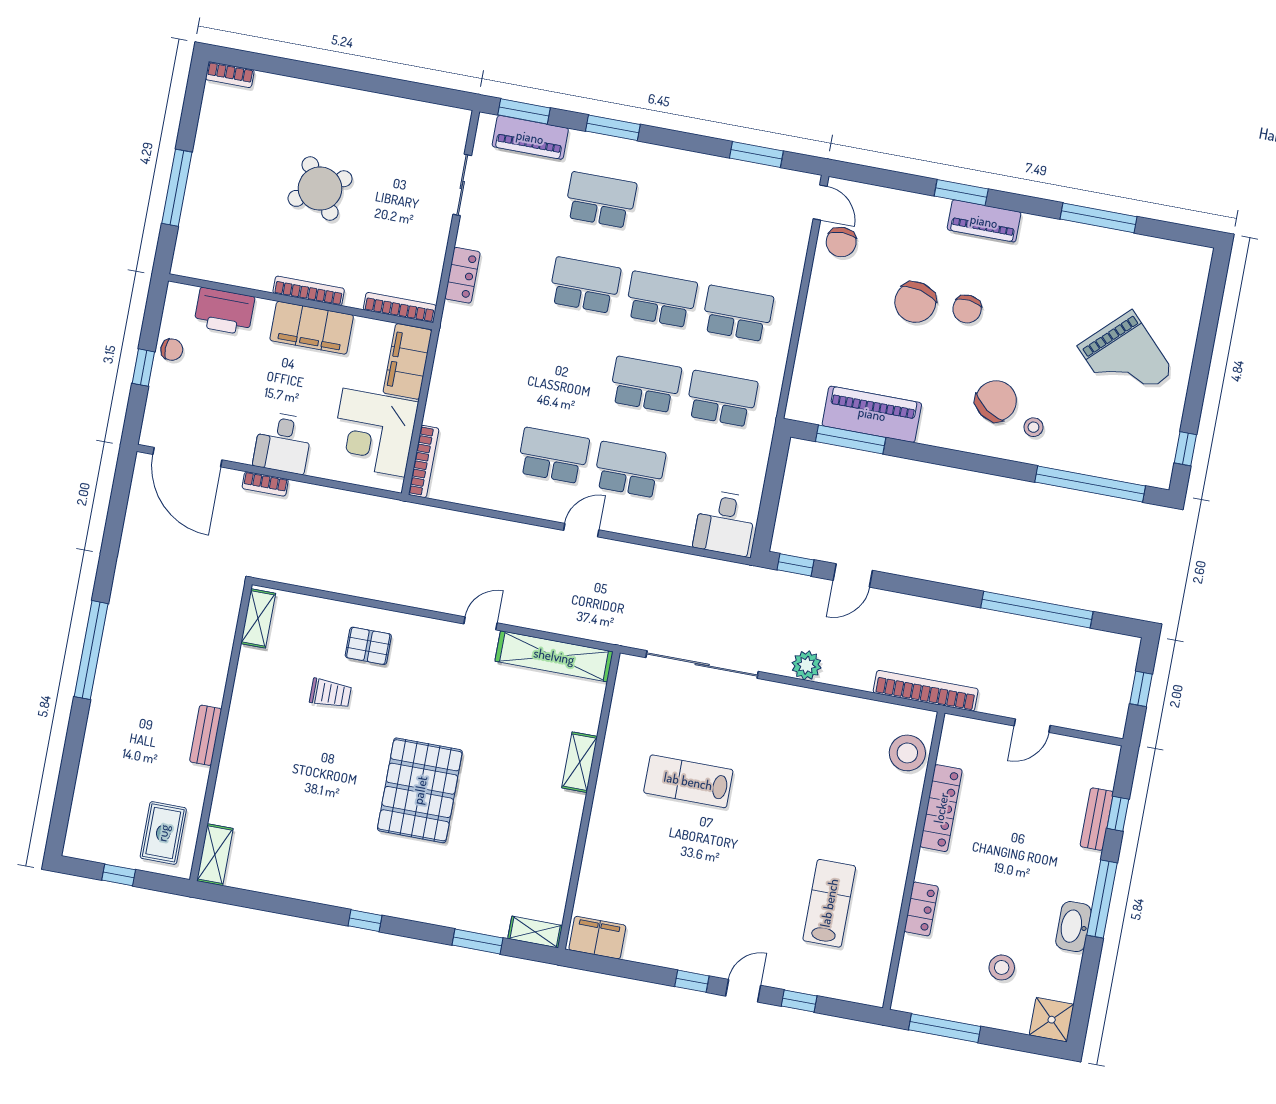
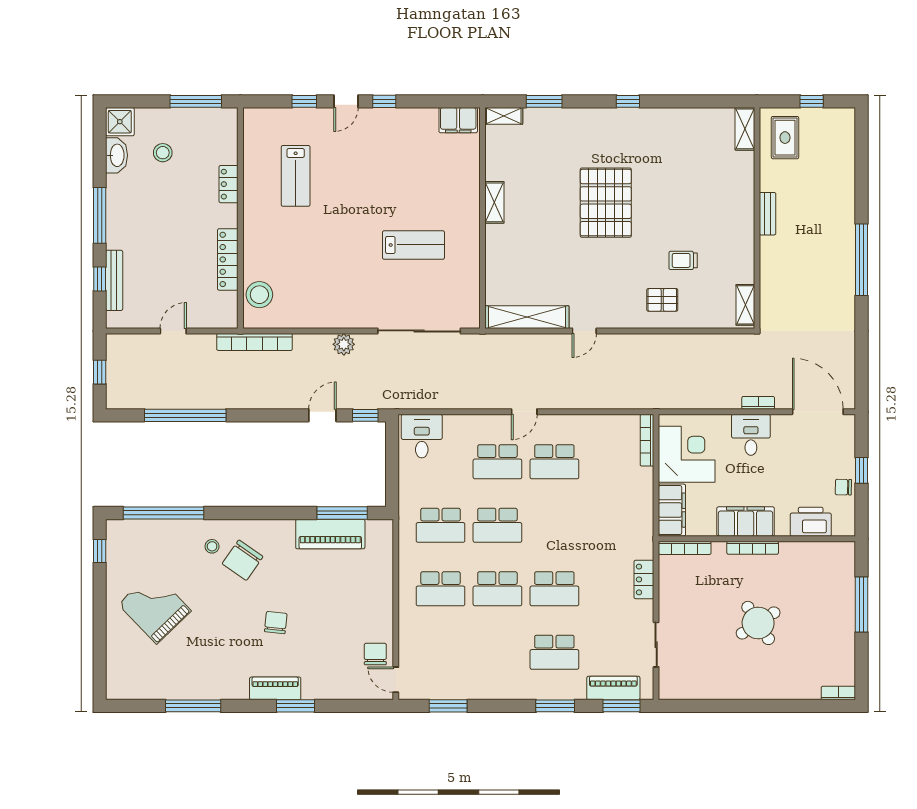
chair: (915, 302) -> (314, 621), removed
shelving: (580, 762) -> (494, 202), moved
bench: (1097, 819) -> (114, 280), width x1.36
washbasin: (1073, 927) -> (117, 155), moved

